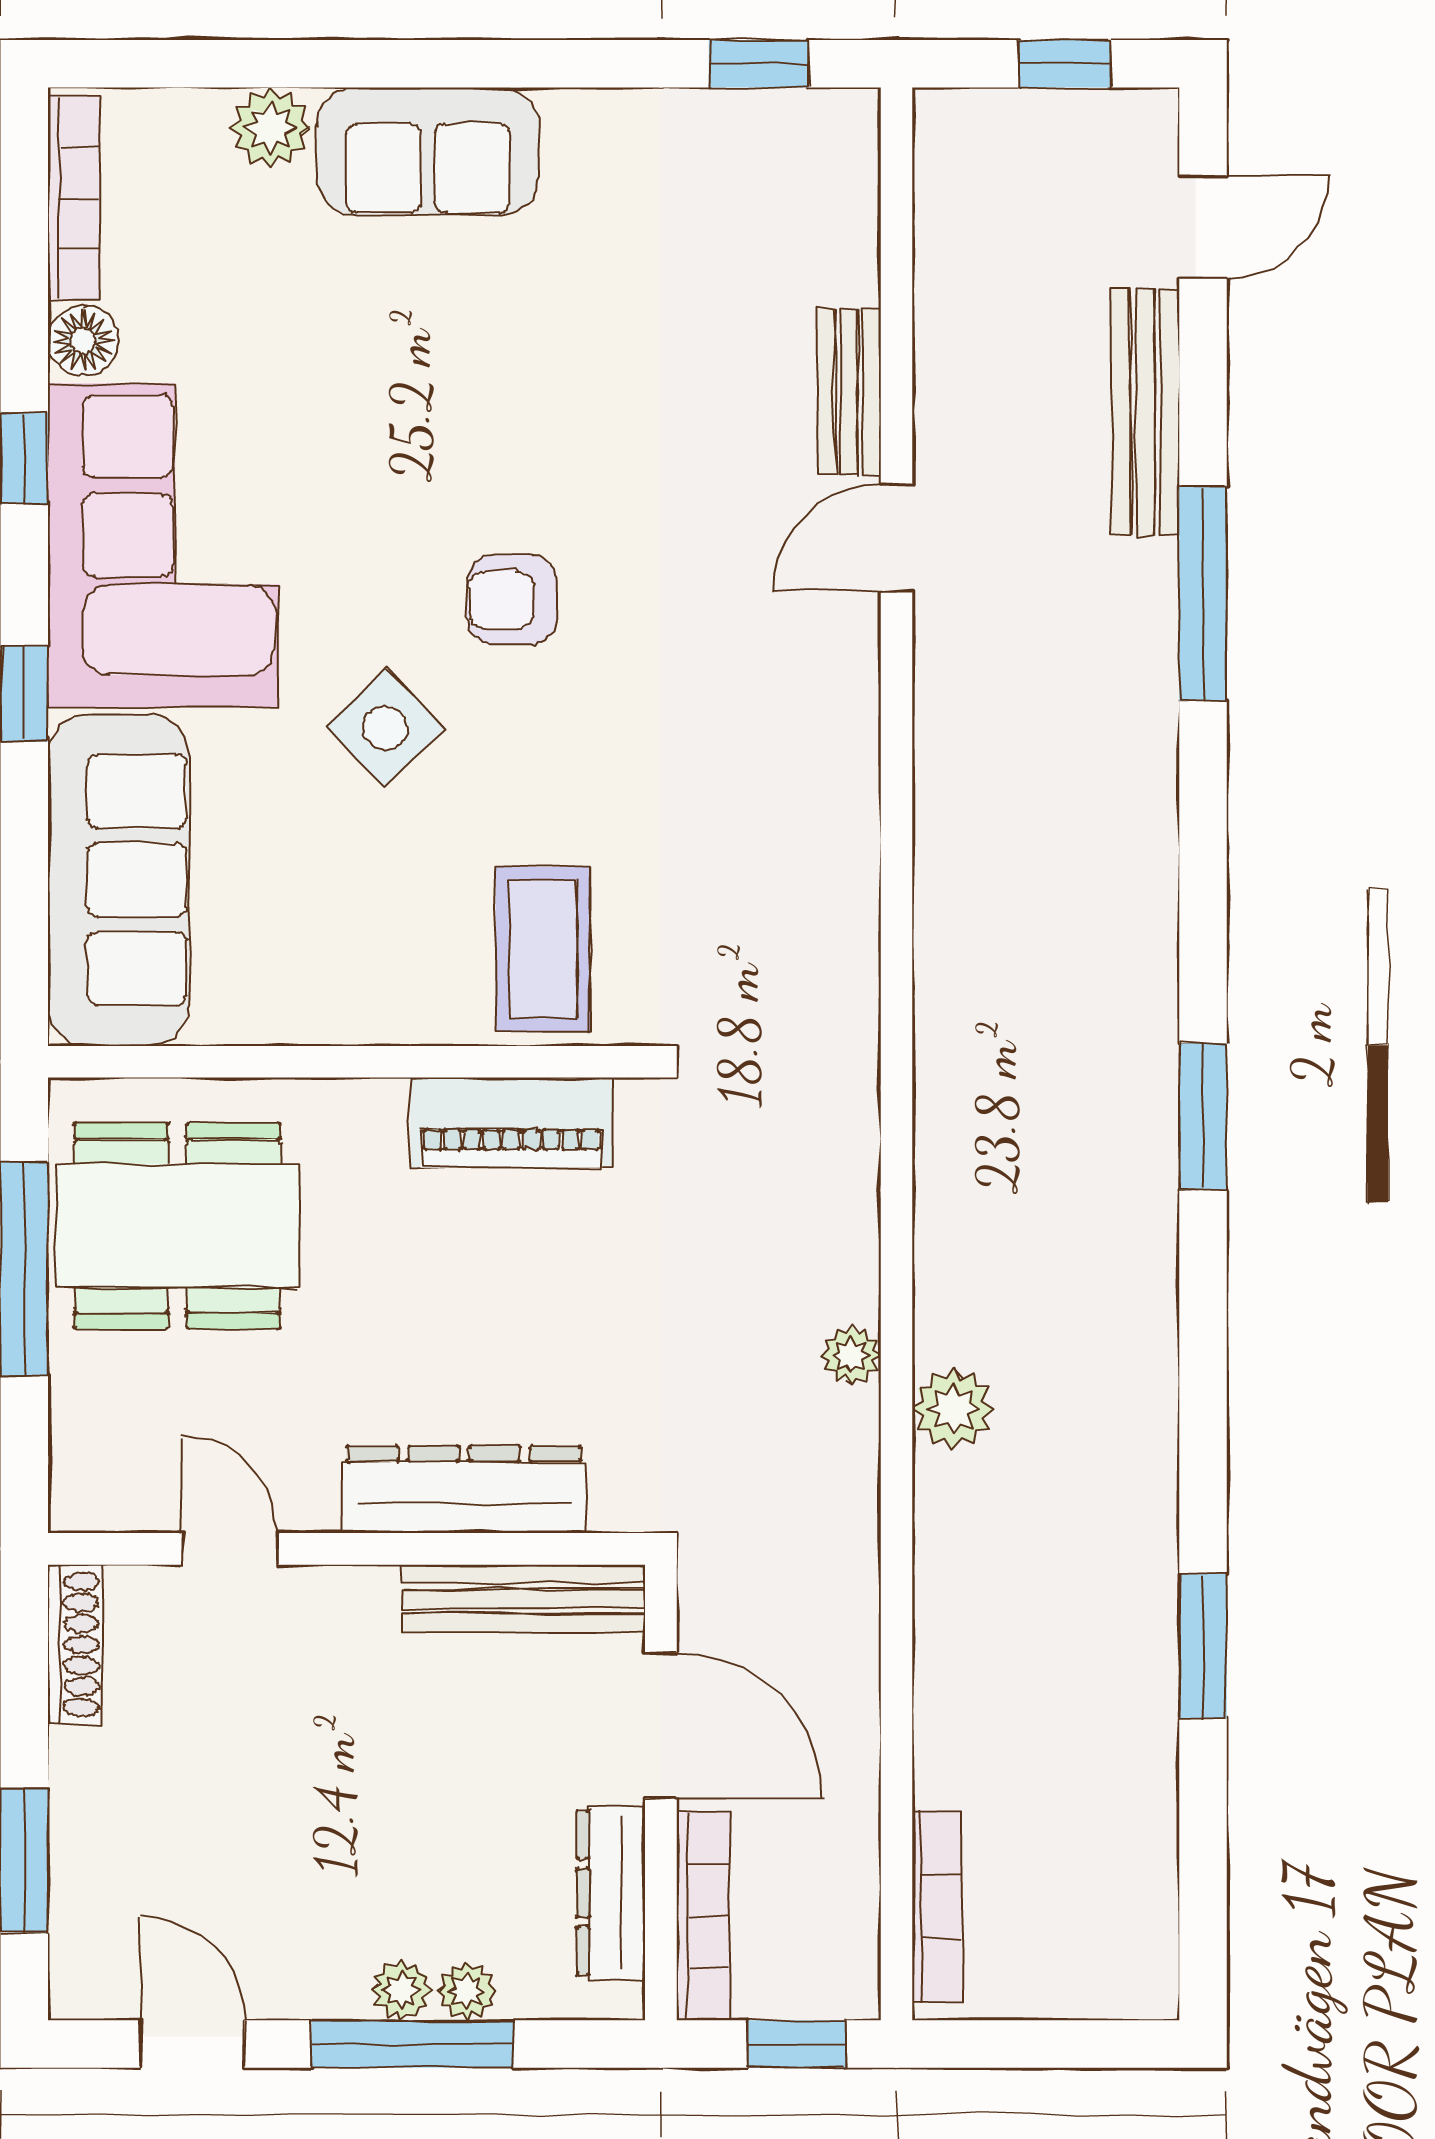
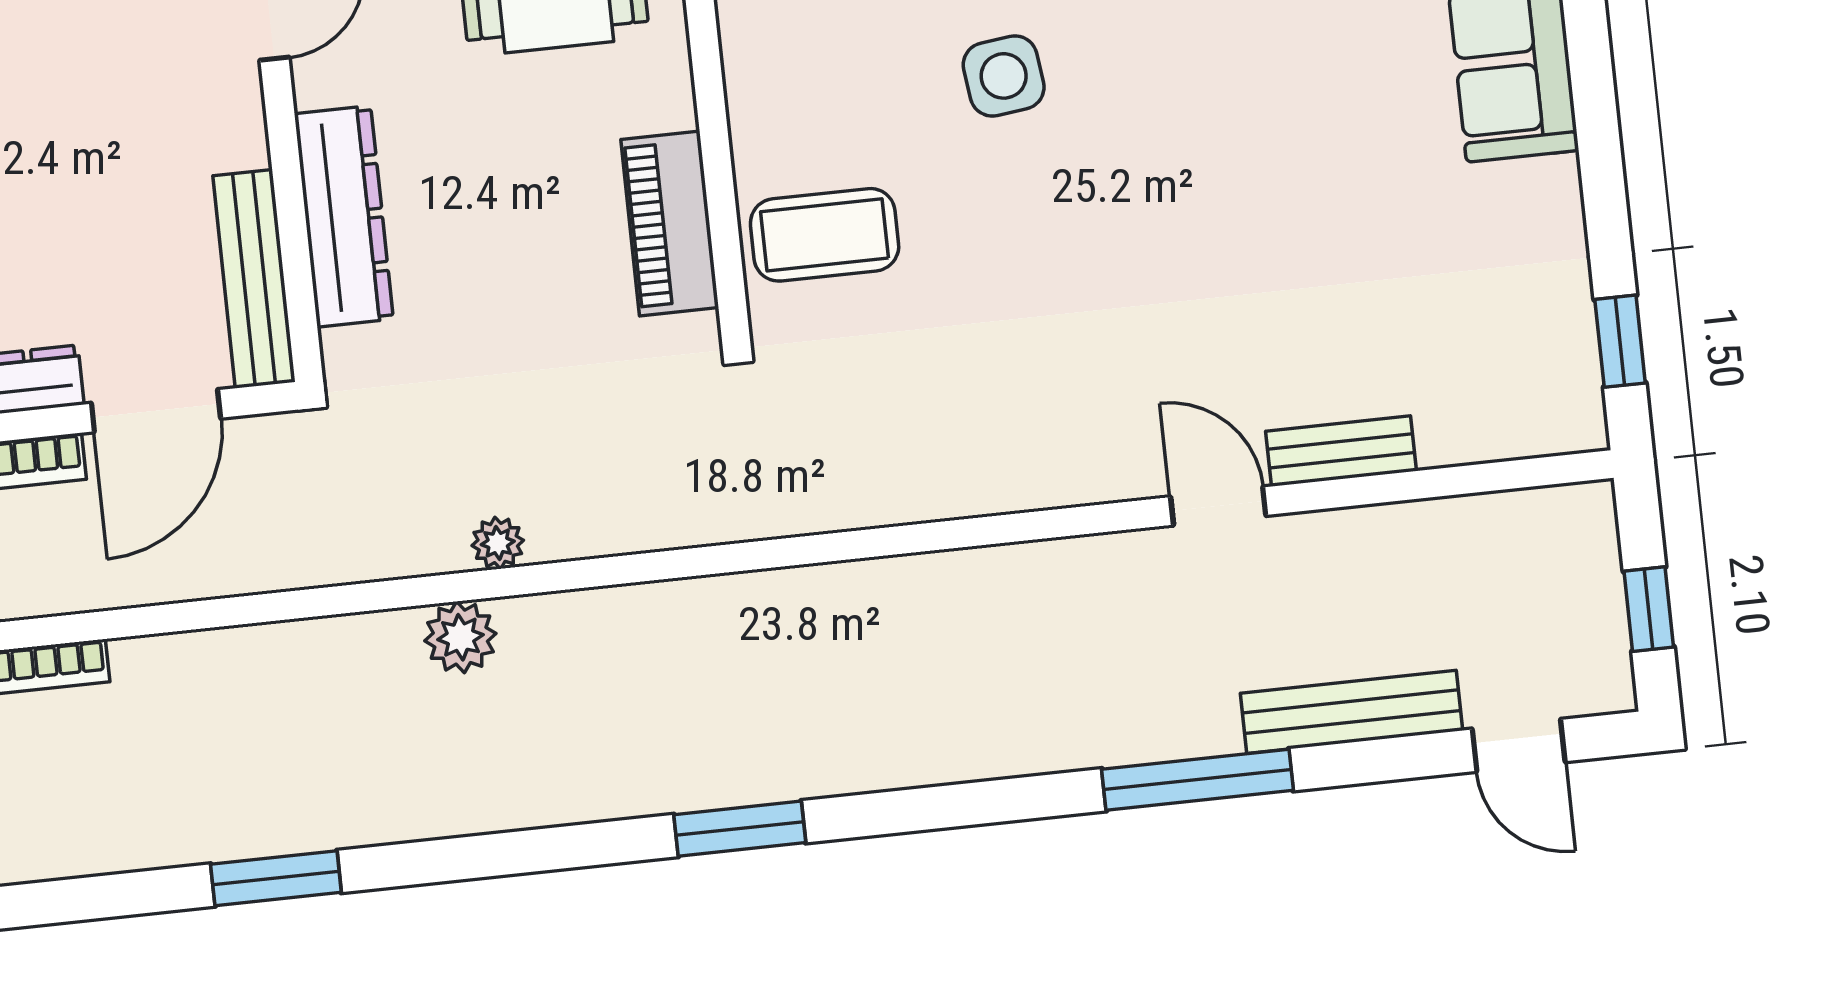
armchair: (512, 600) -> (1128, 175), removed
side table: (385, 728) -> (1004, 76), turned 37

